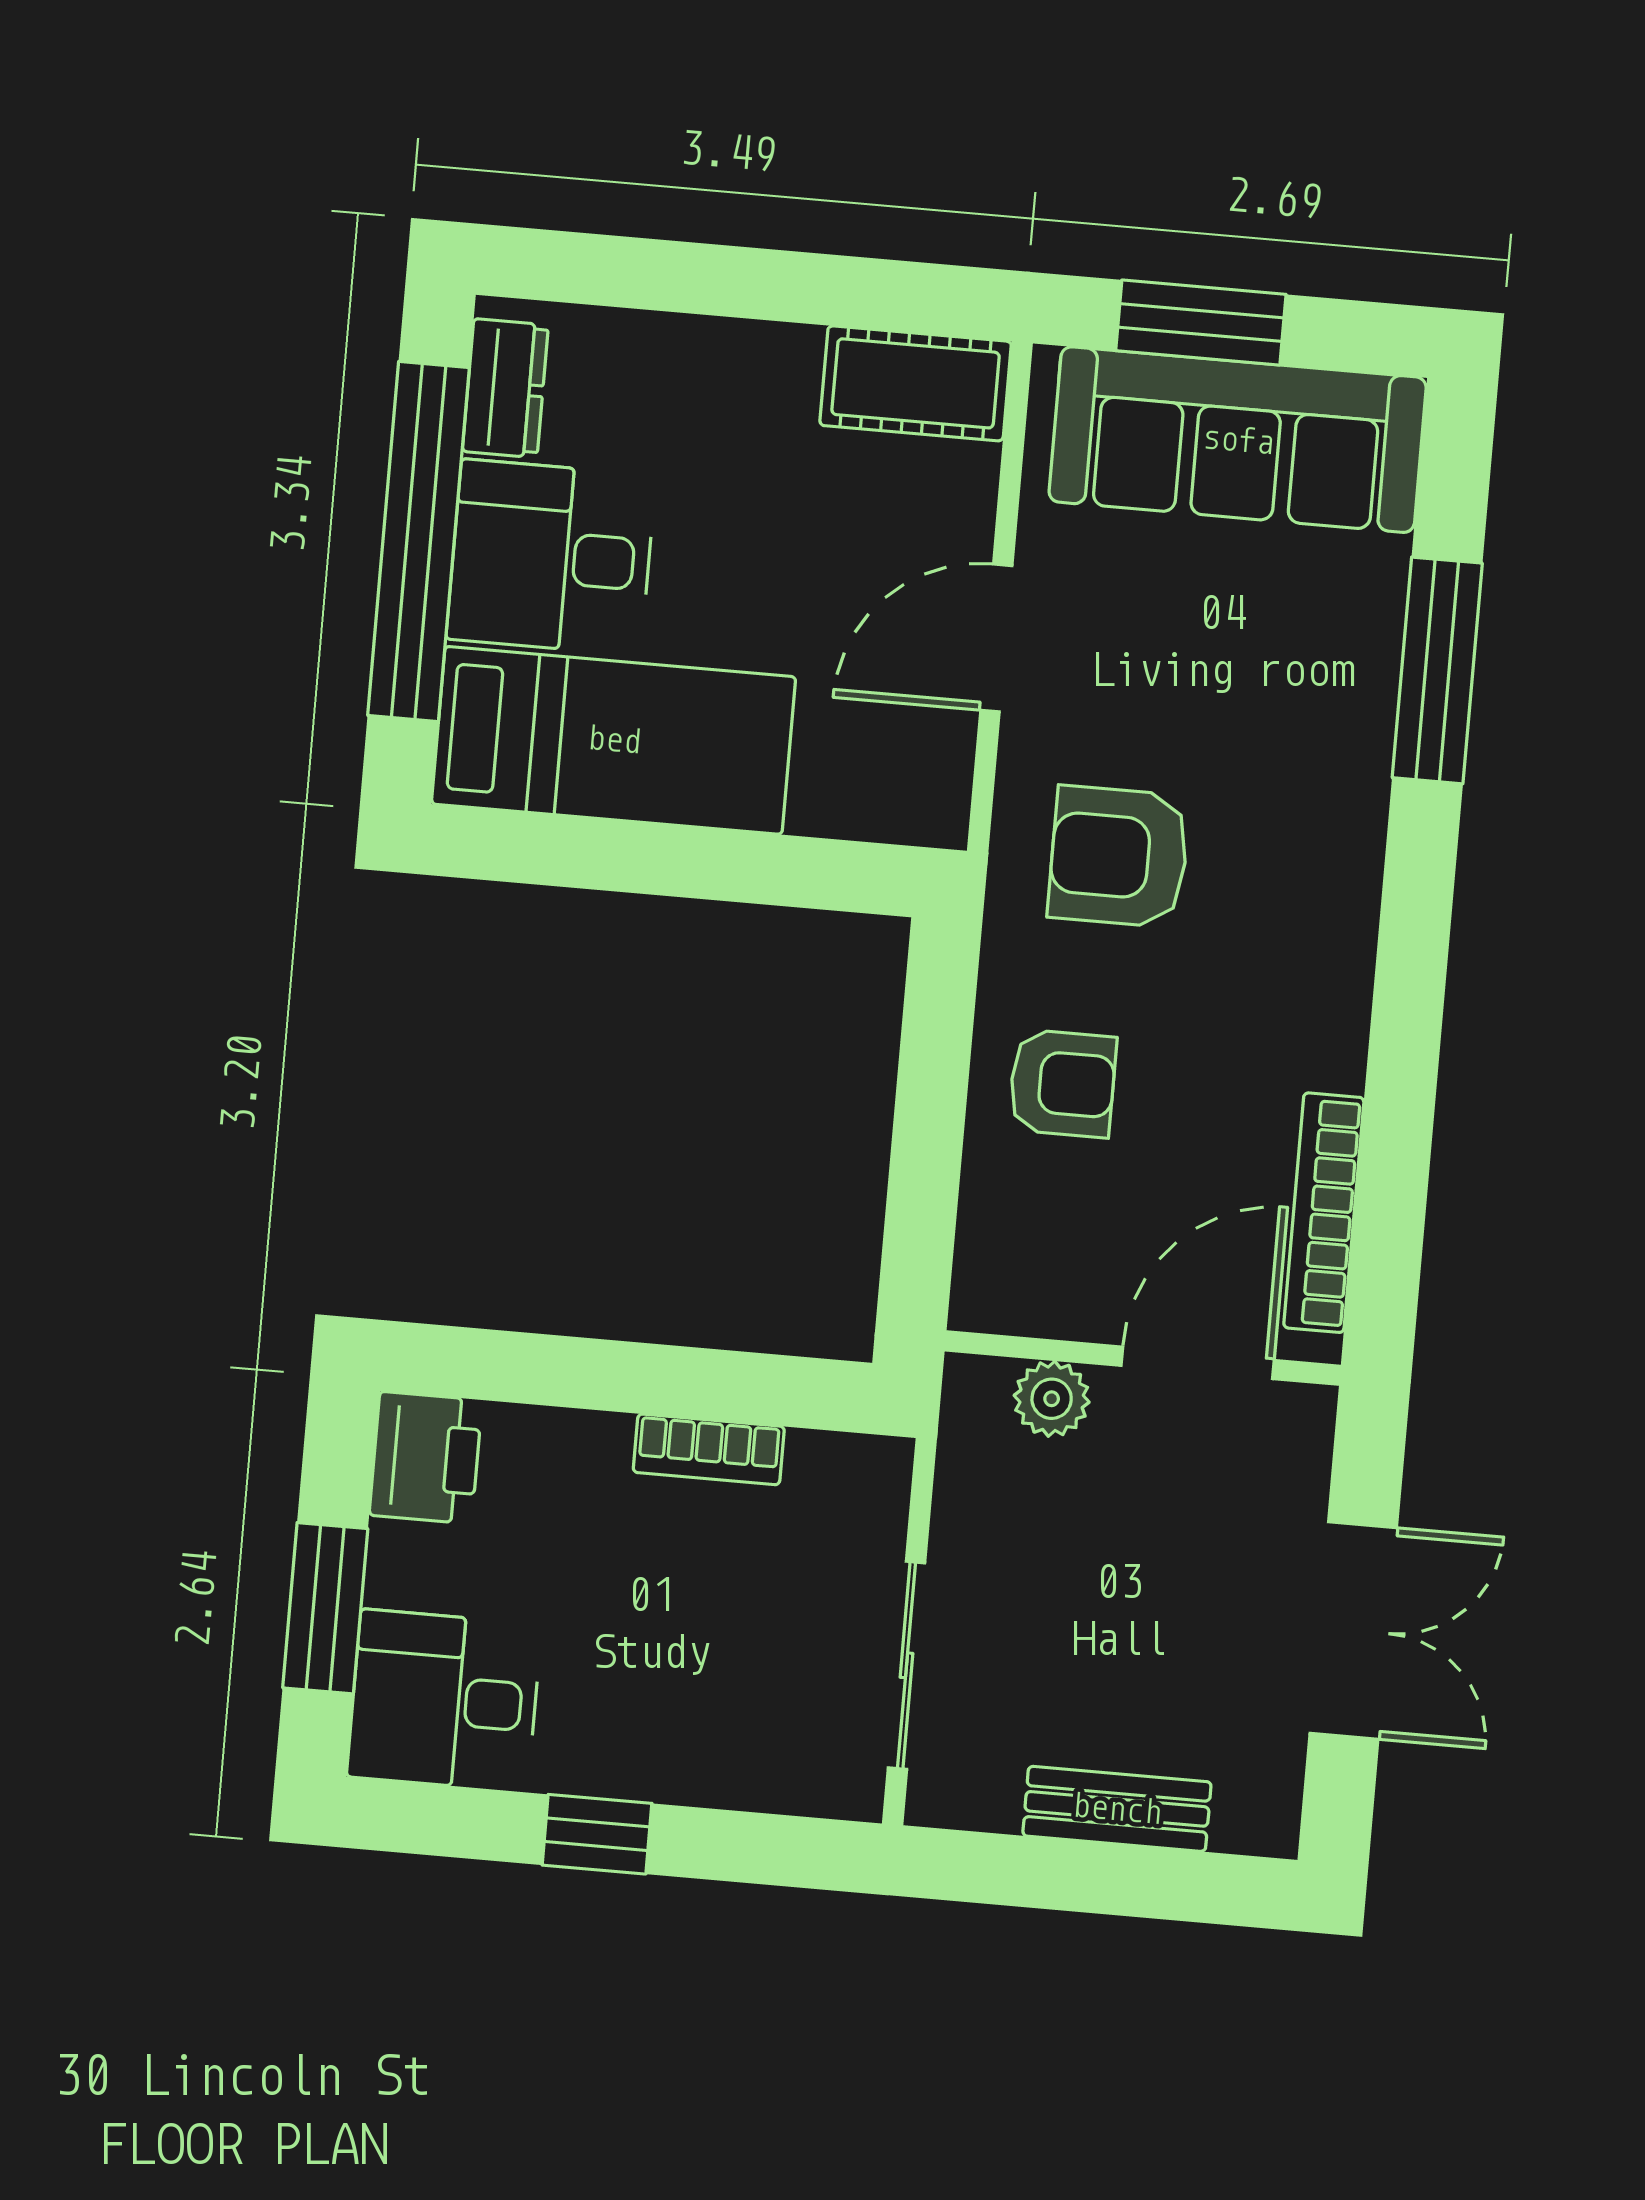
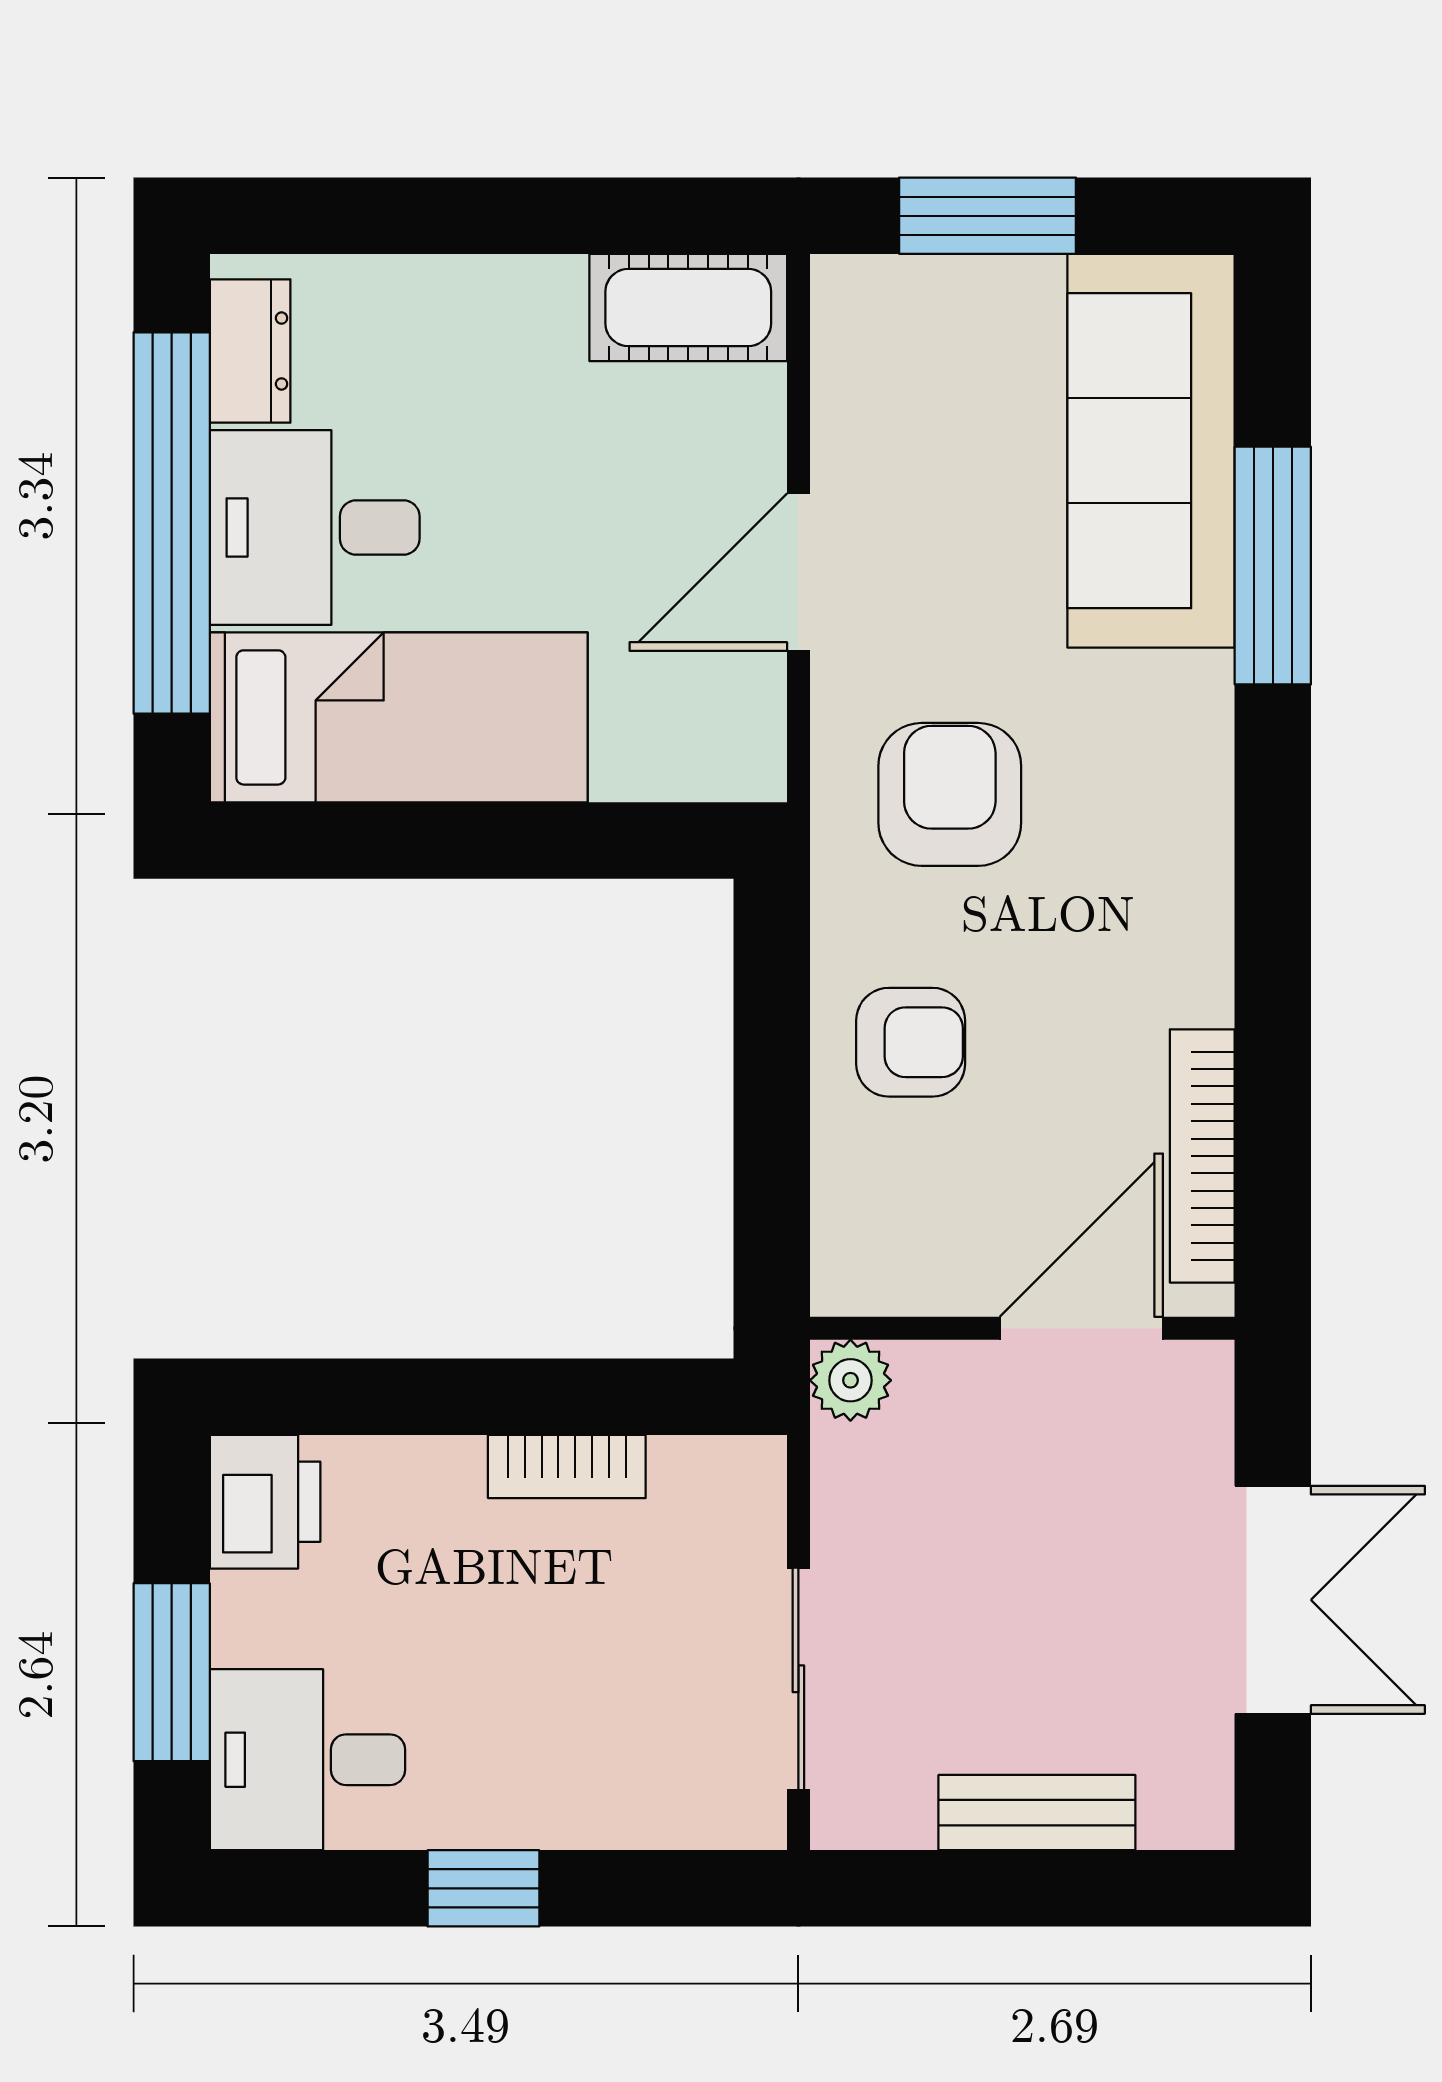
sofa: (1238, 440) -> (1151, 451), moved, turned 90
armchair: (1119, 857) -> (950, 794), turned 90
plant: (1052, 1399) -> (850, 1380), moved

